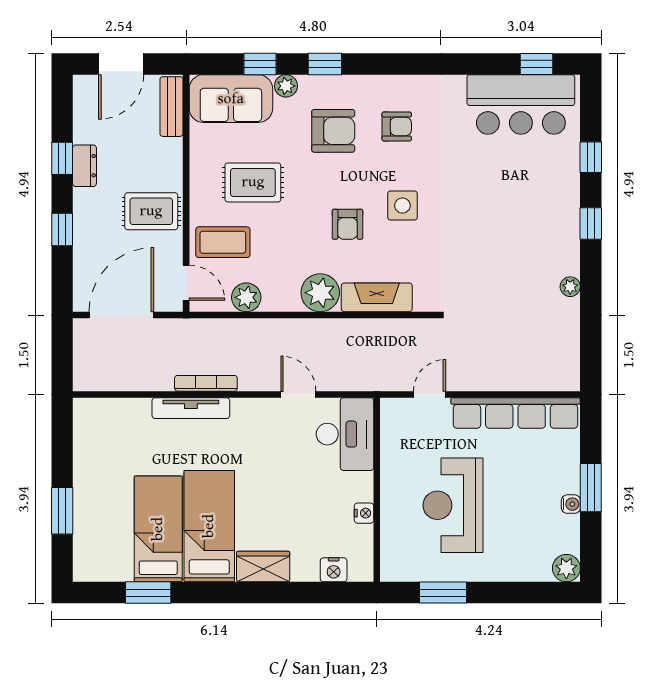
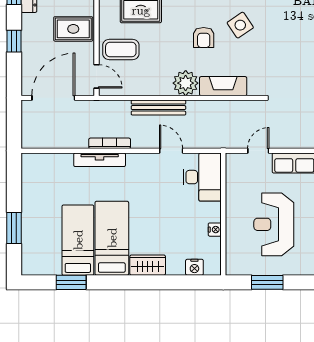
side table: (402, 206) -> (240, 25), turned -34
plant: (246, 297) -> (136, 86), removed
bench: (279, 330) -> (158, 108), added

